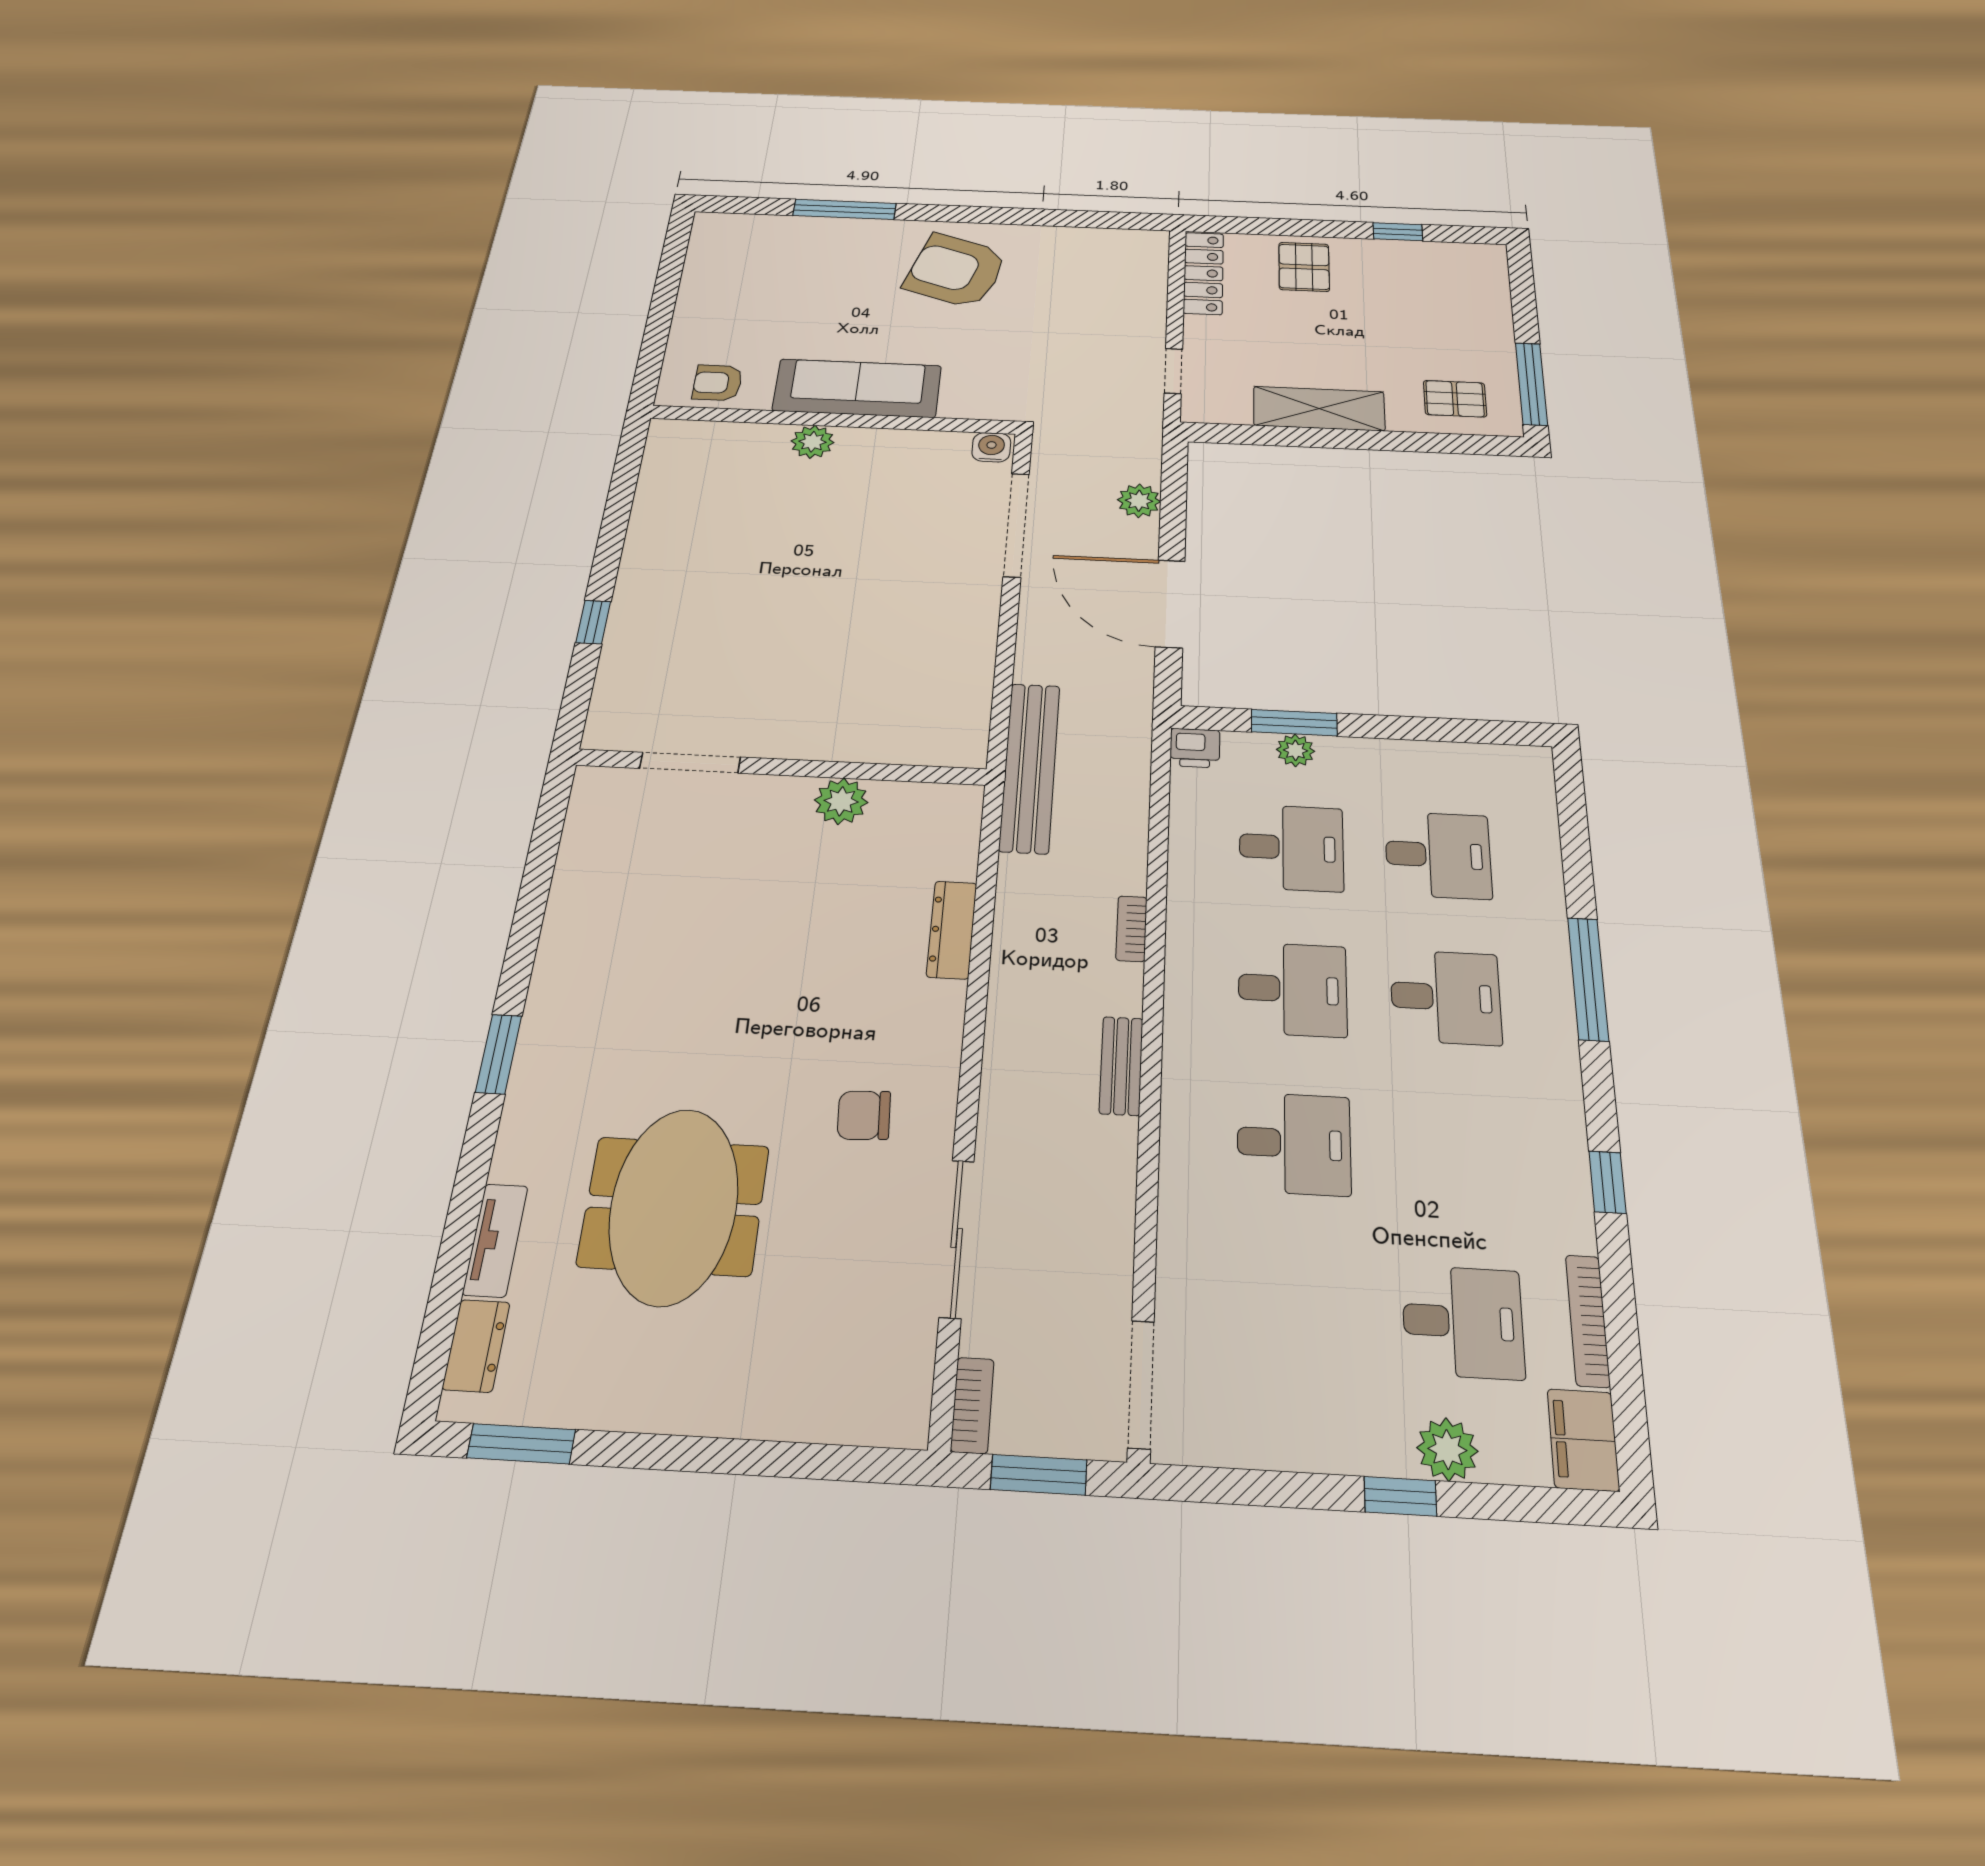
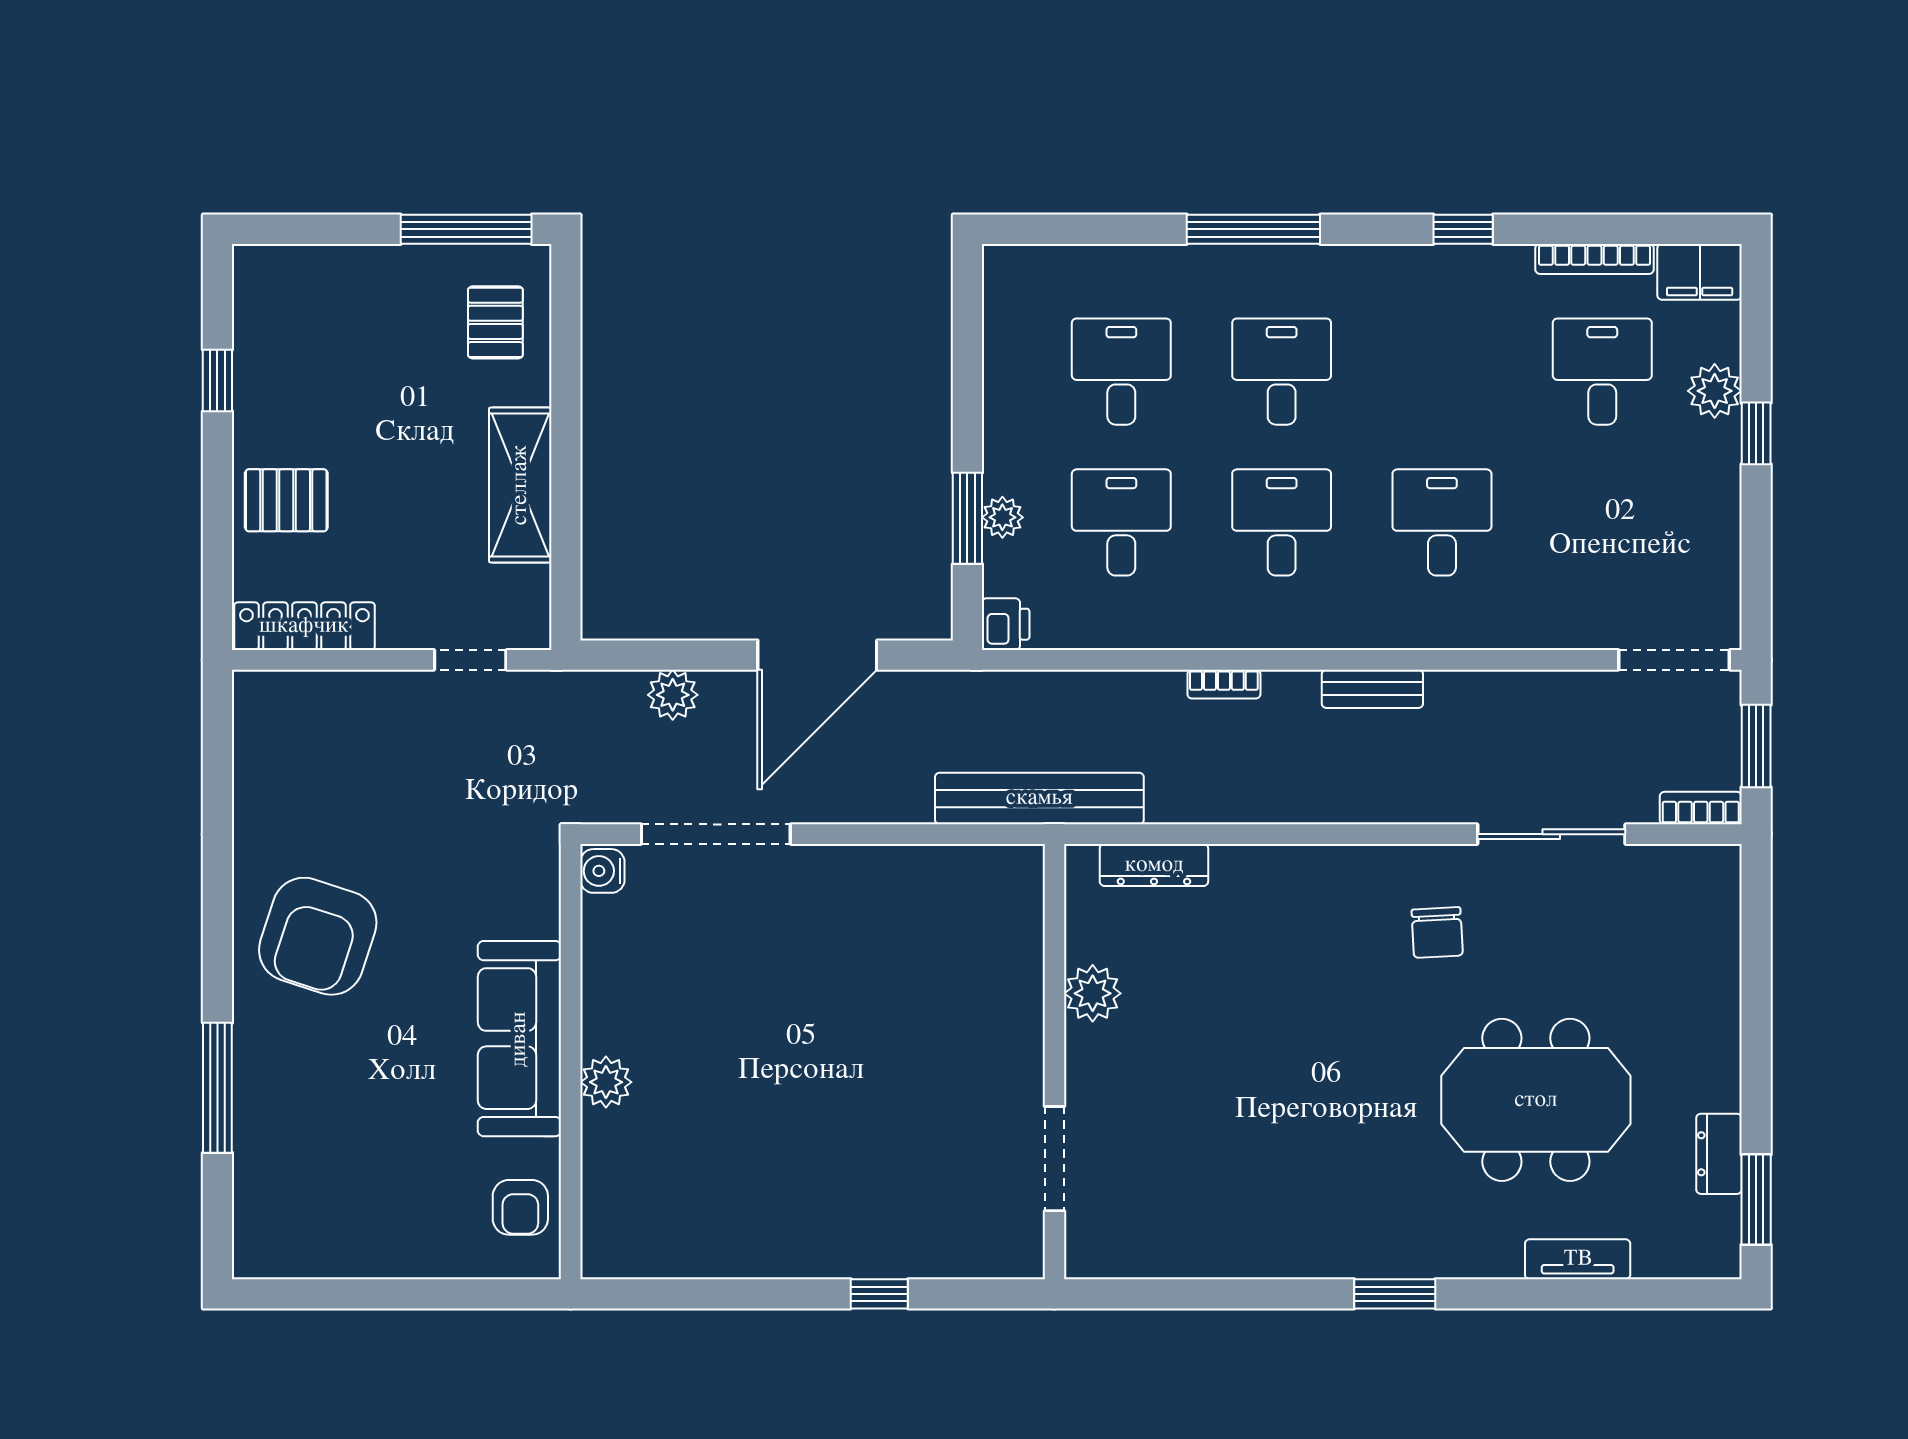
dresser: (952, 930) -> (1154, 865), moved
dresser: (476, 1346) -> (1719, 1154), moved, turned -90

